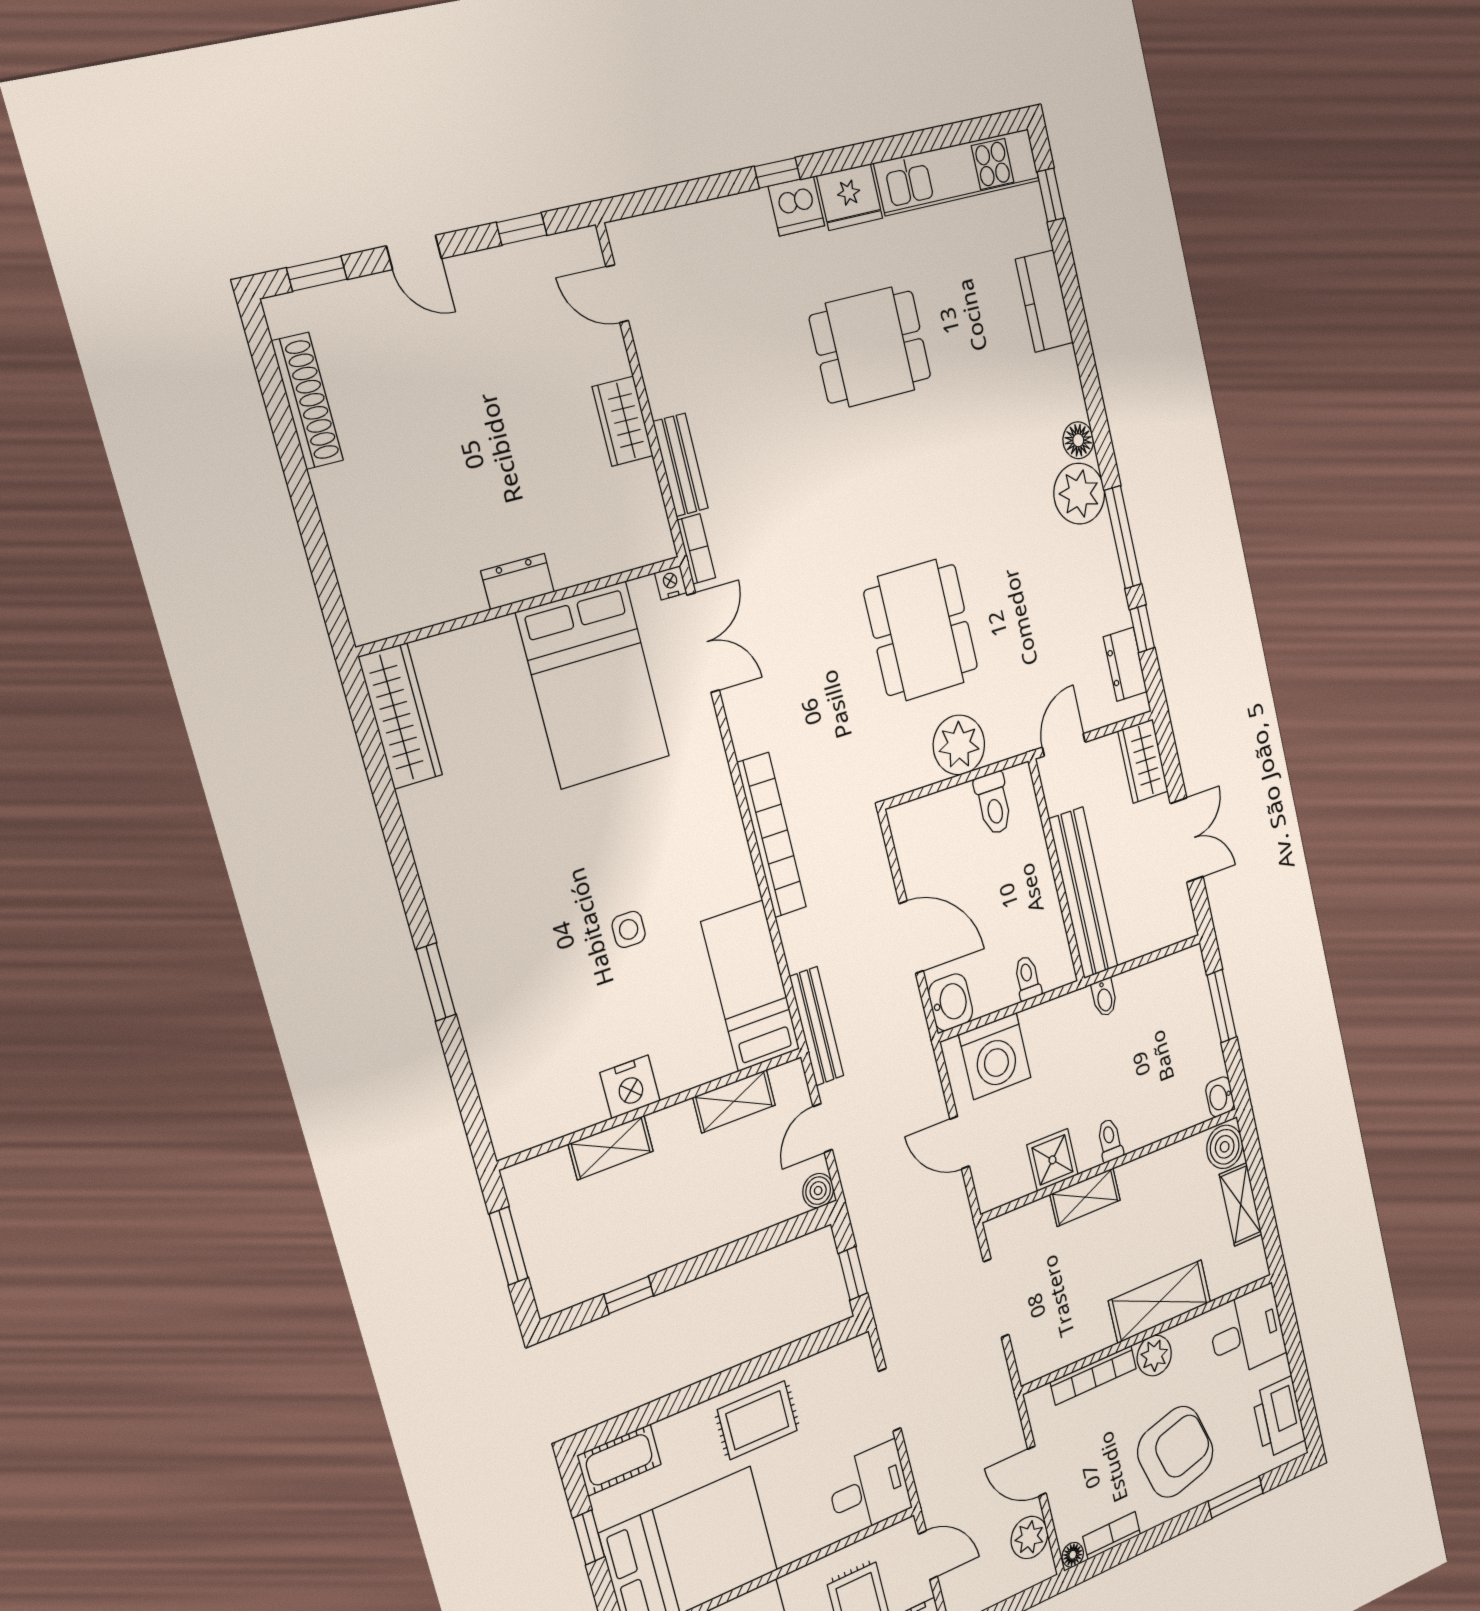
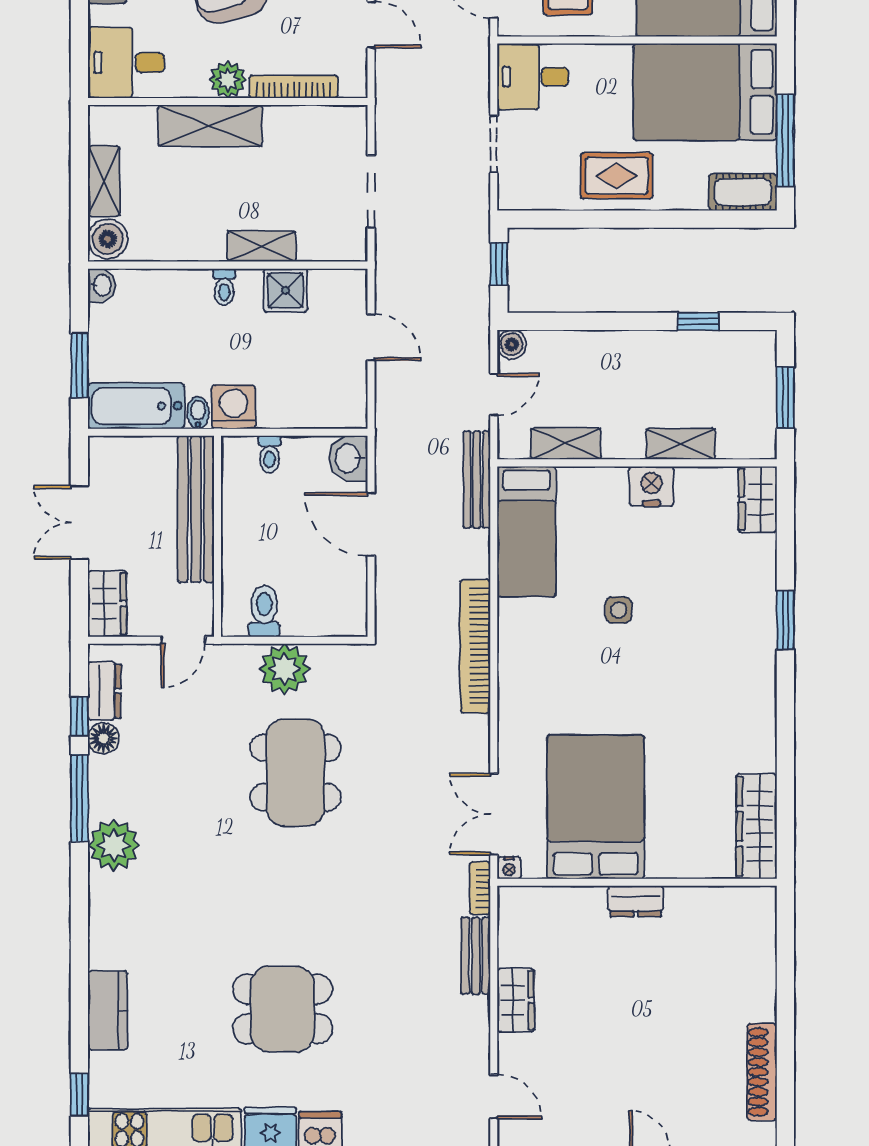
floor lamp: (1078, 440) -> (104, 738), moved
bathtub: (1162, 983) -> (136, 406), added
washing machine: (995, 1056) -> (234, 407), moved, width x0.73, depth x0.73
wardrobe: (507, 1115) -> (758, 499), added
window: (589, 1537) -> (785, 140), width x2.17

